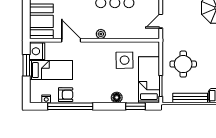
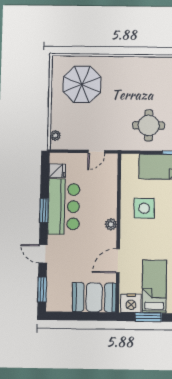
door: (161, 21) -> (96, 152), hinge flipped
side table: (125, 60) -> (144, 208), moved

